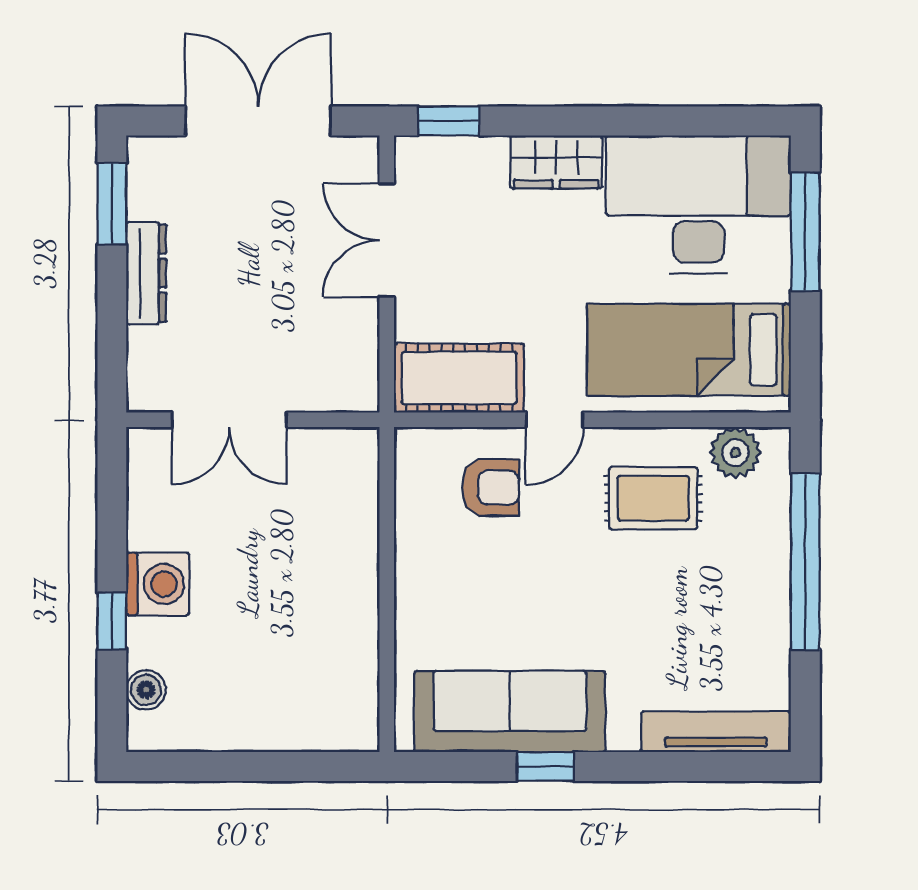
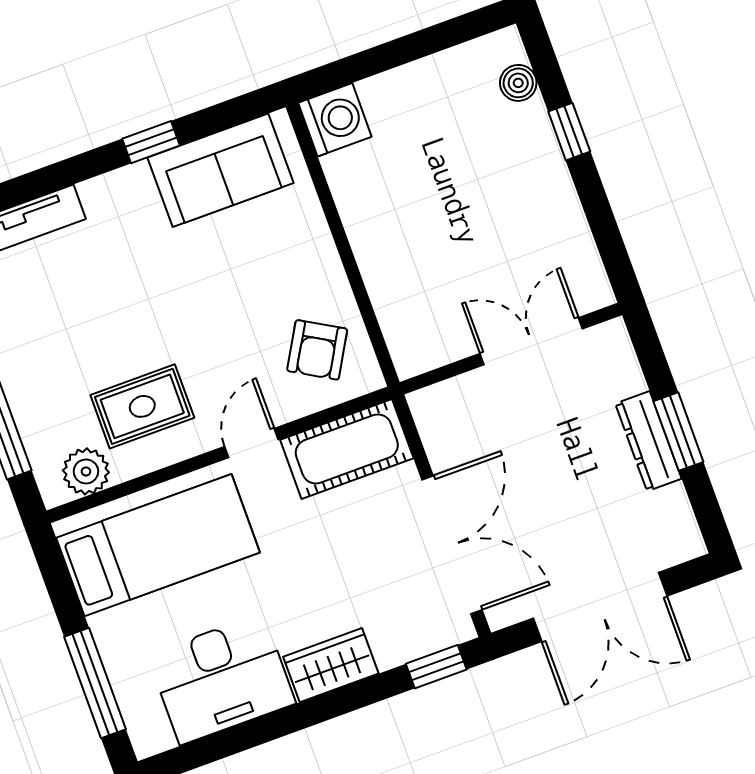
window: (112, 204) -> (678, 432), moved
desk: (698, 205) -> (222, 679), width x0.73, depth x0.77
double door: (387, 240) -> (452, 545), width x1.37
armchair: (490, 488) -> (317, 350), moved, turned -60
washing machine: (158, 584) -> (335, 120), moved, turned 180
sofa: (510, 712) -> (221, 170), width x0.73

